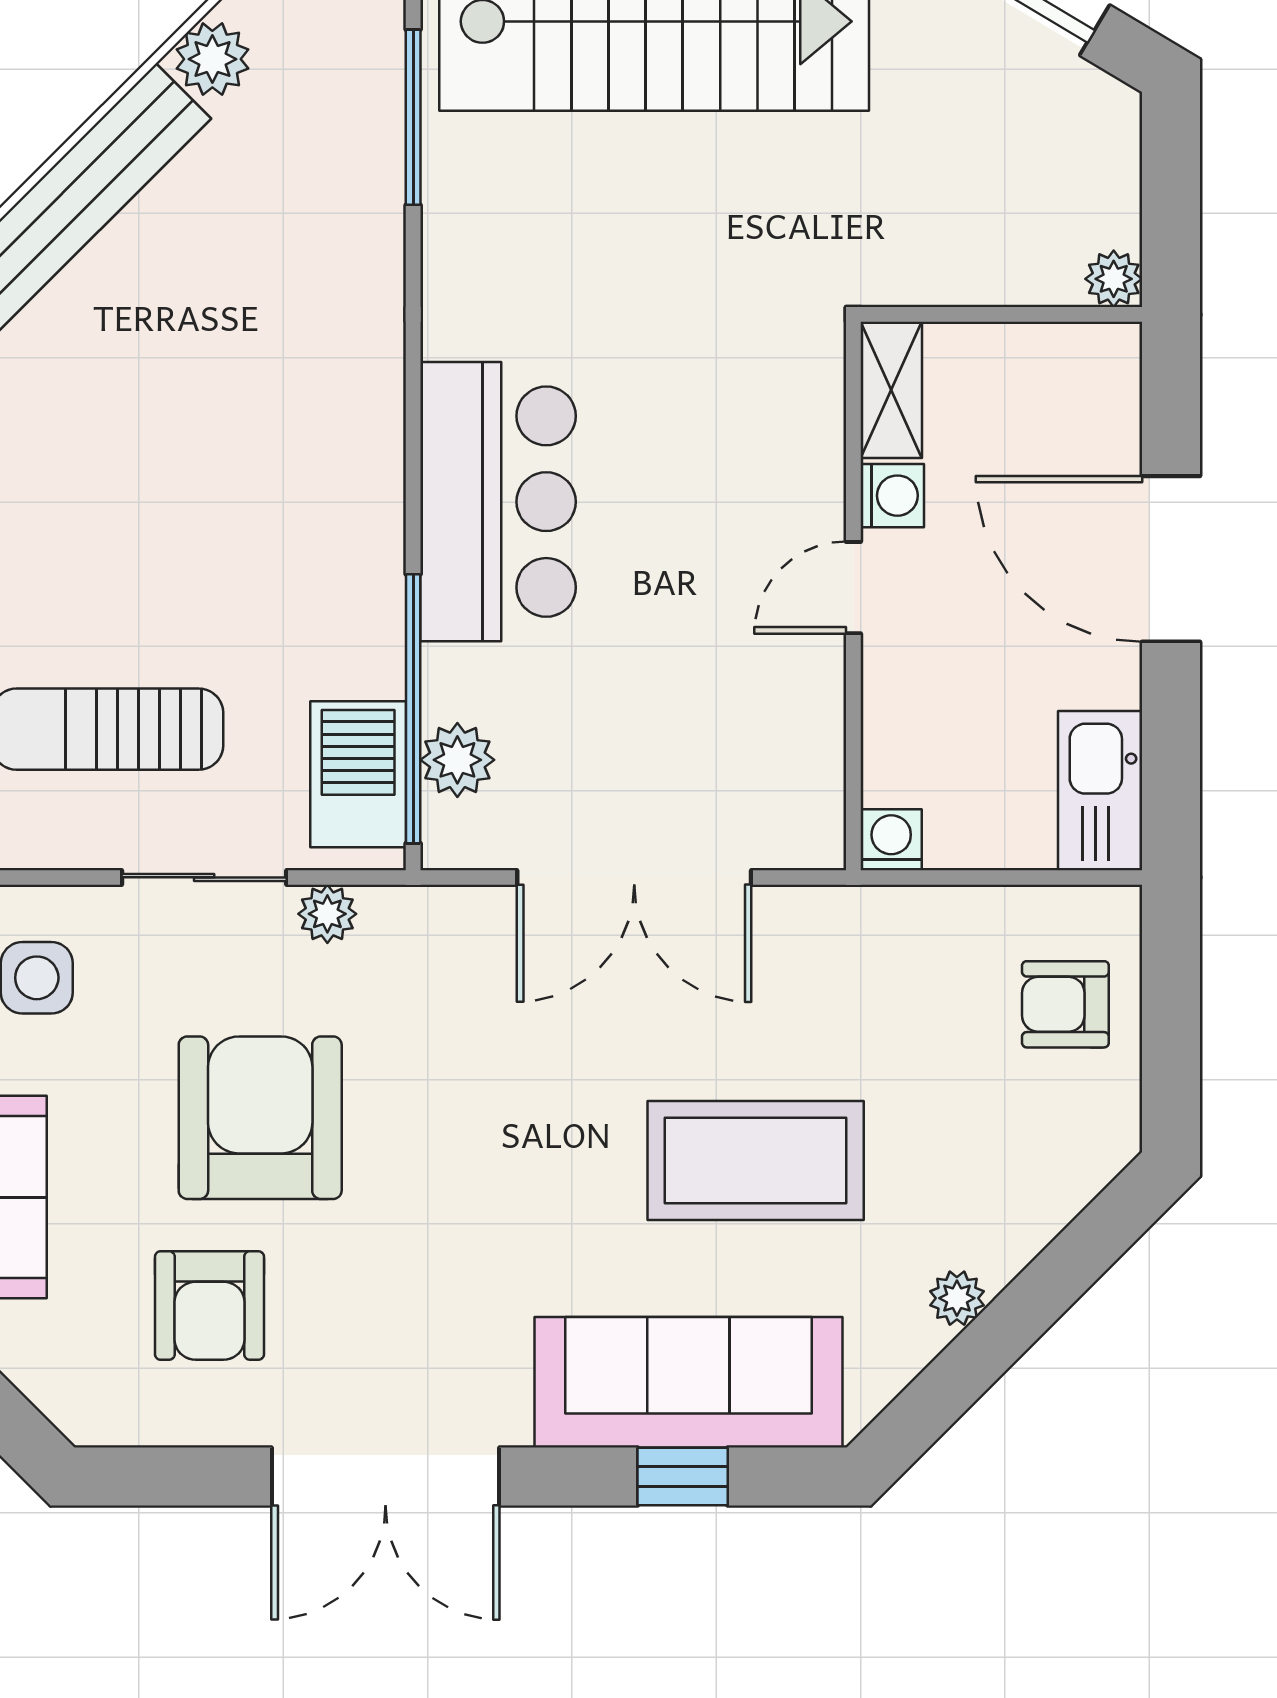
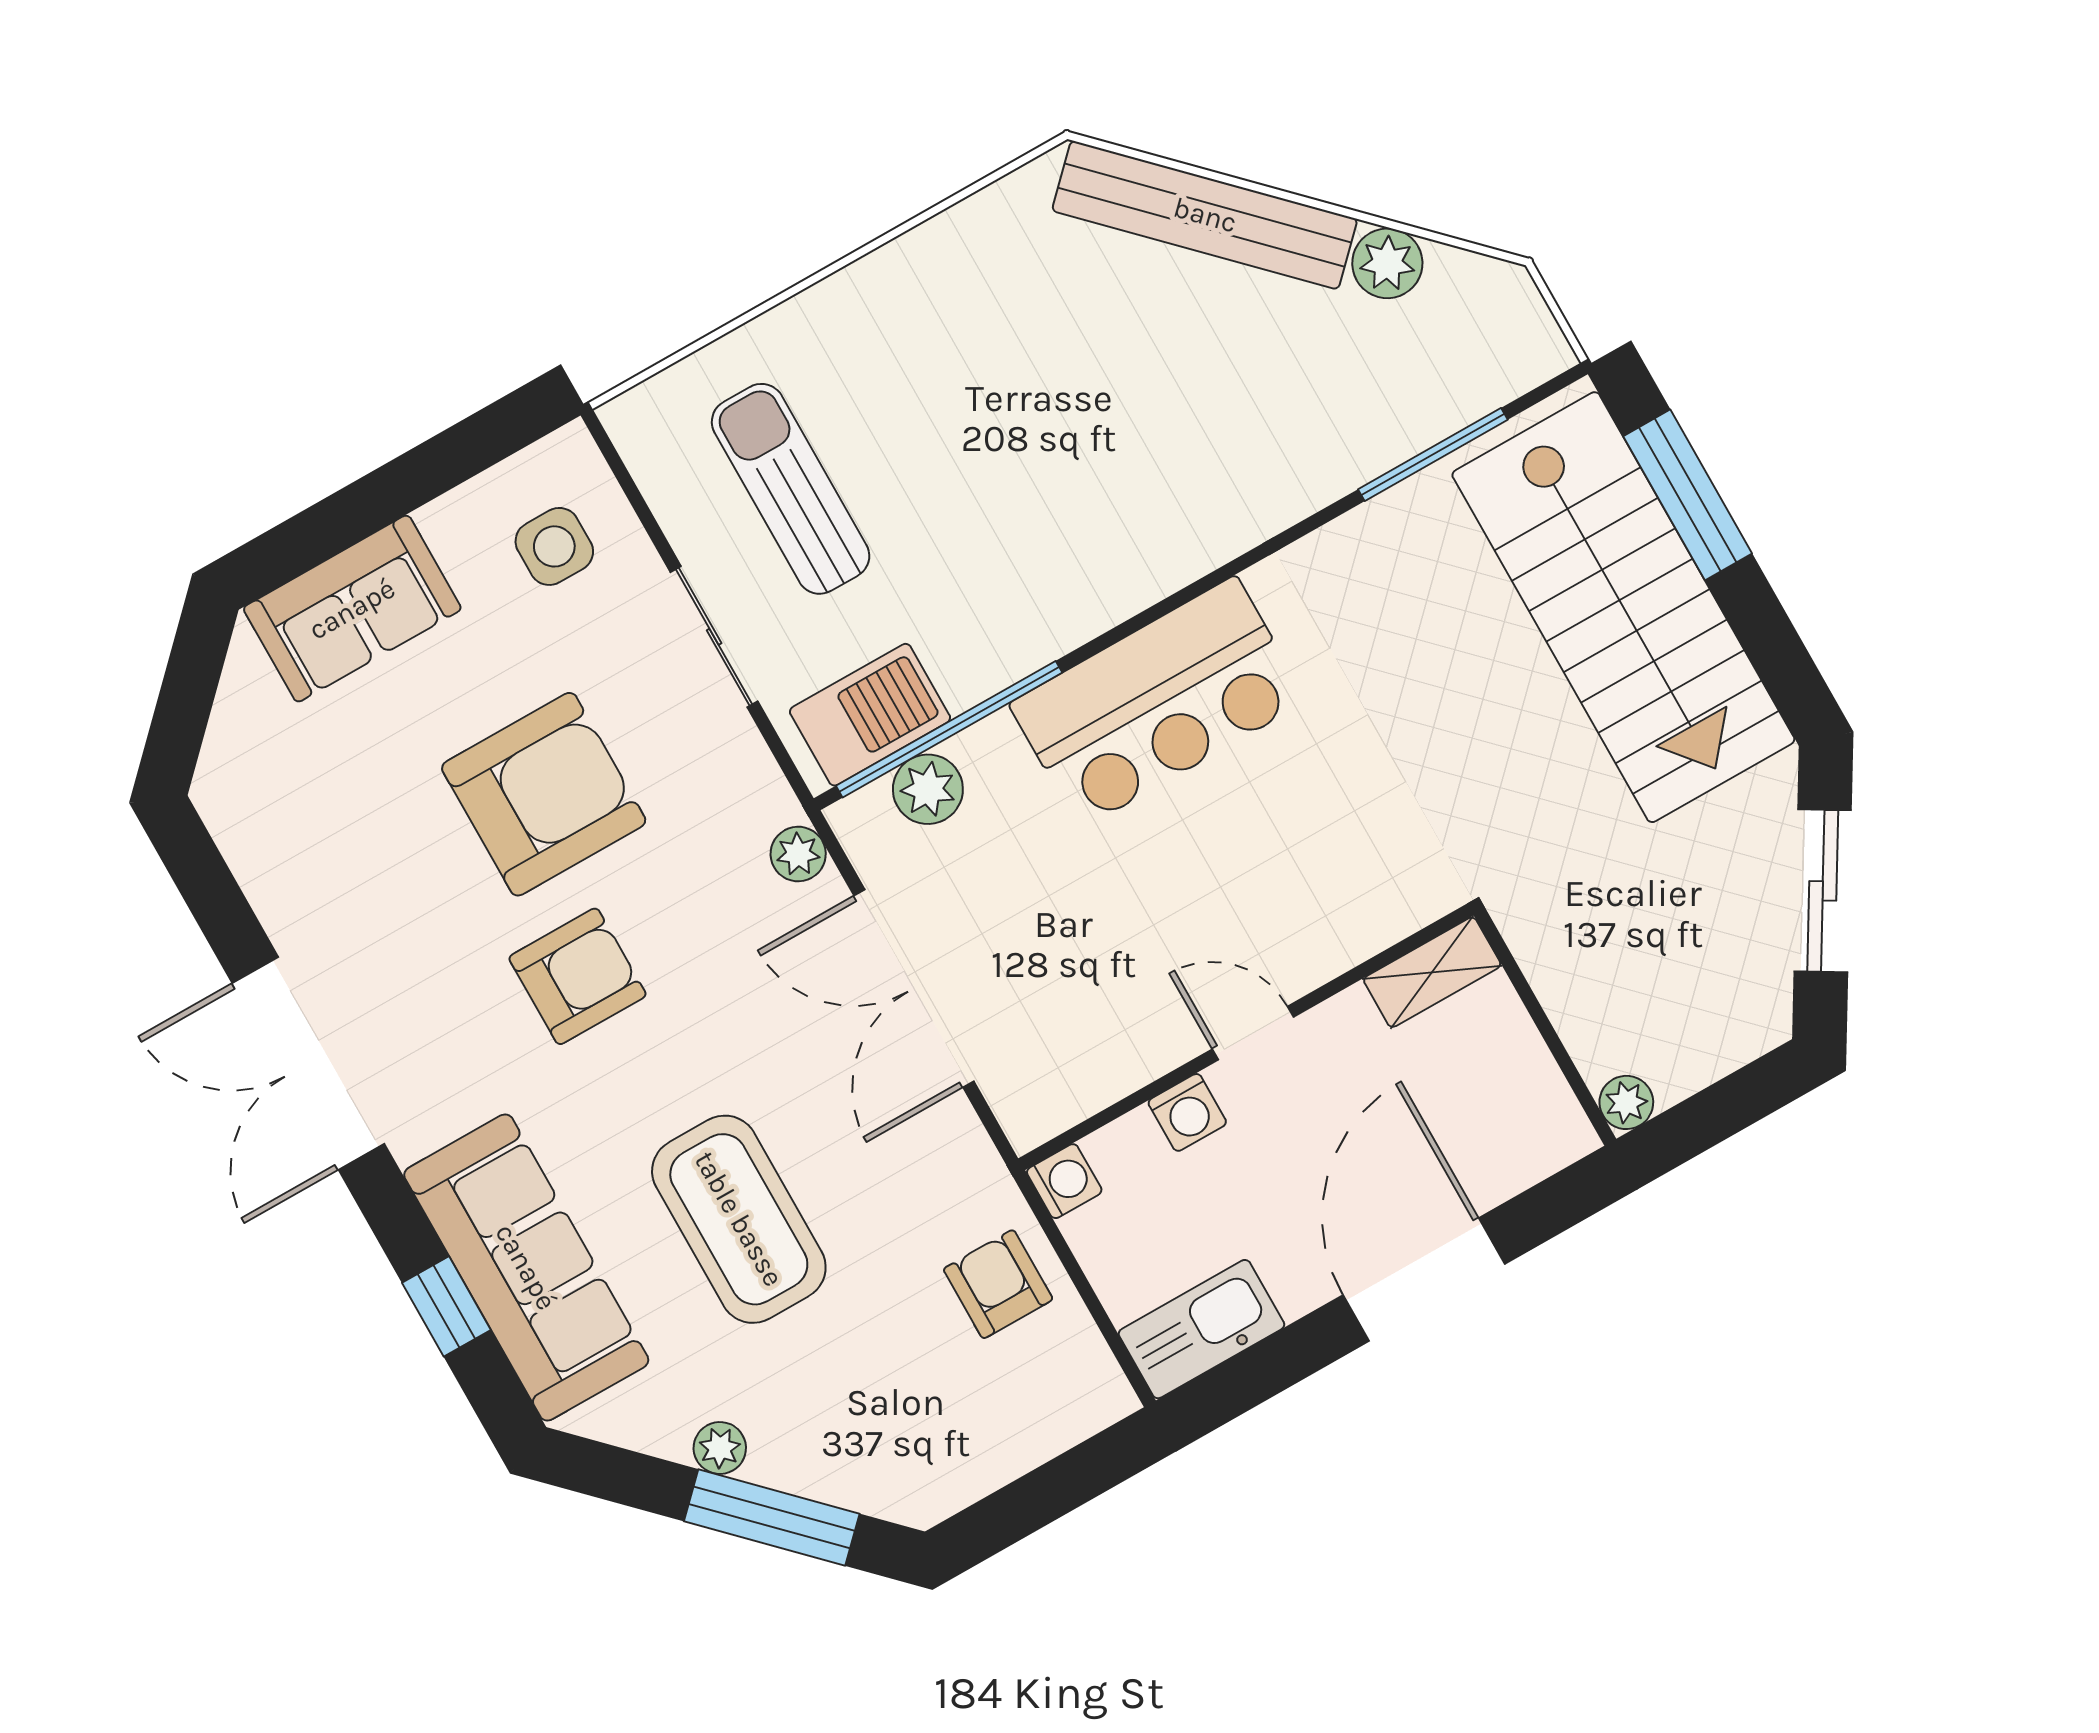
washing machine: (892, 496) -> (1187, 1112), moved
plant: (327, 914) -> (798, 854), moved
armchair: (1065, 1004) -> (998, 1284), moved
window: (1049, 1287) -> (772, 1517), added
armchair: (209, 1306) -> (577, 976), moved, turned 180

